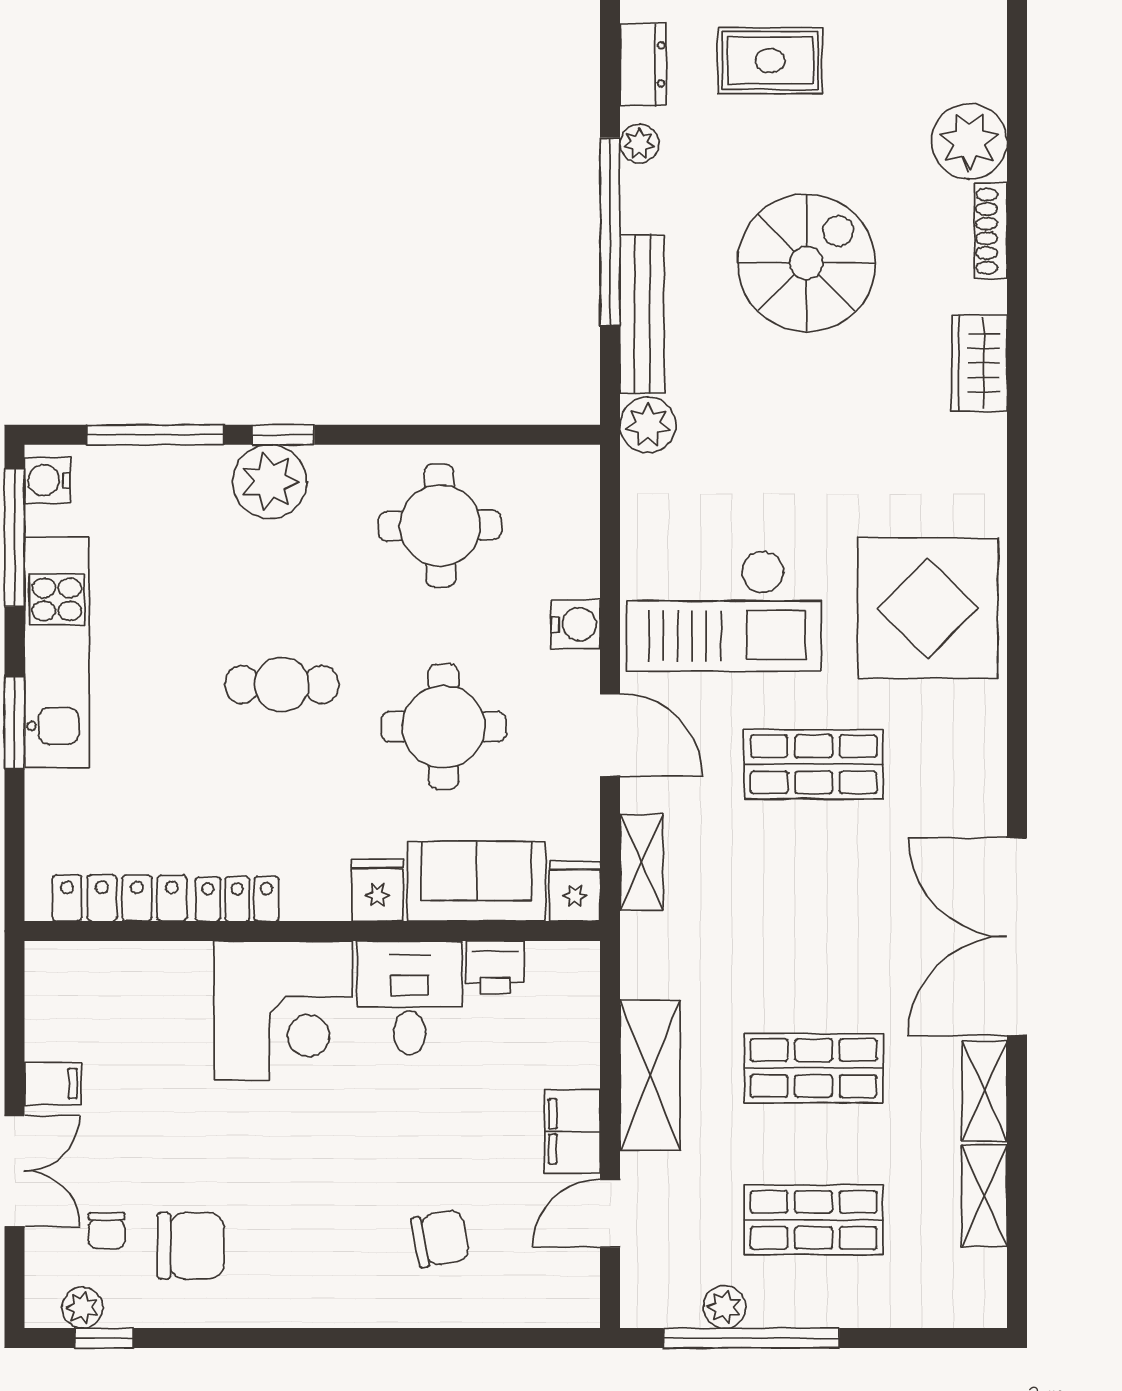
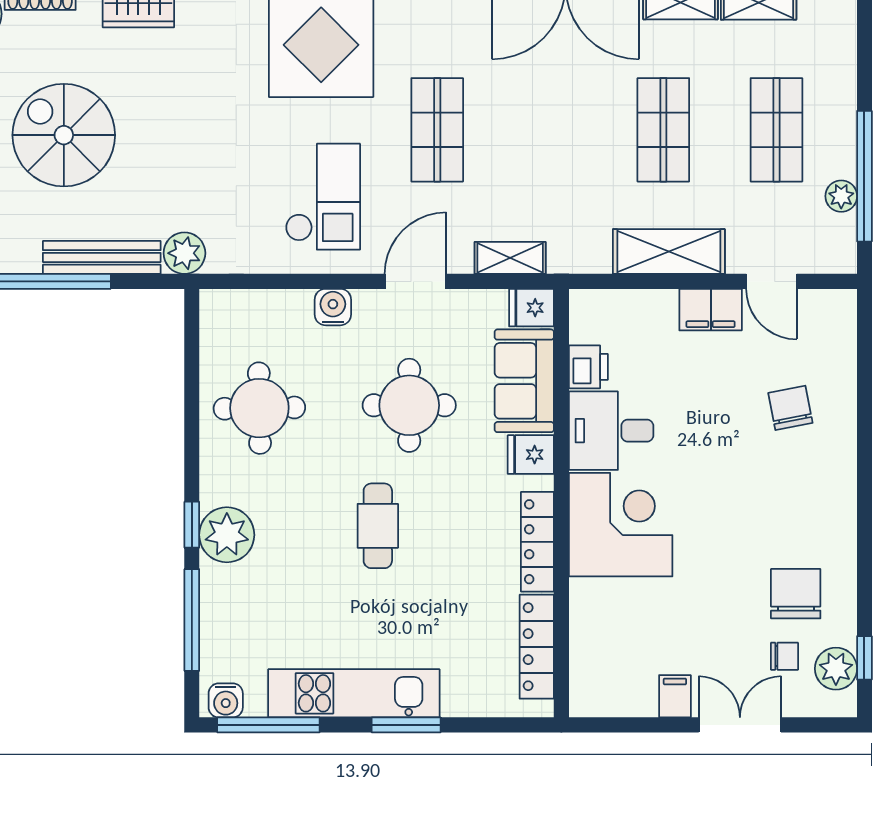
checkout: (724, 611) -> (323, 197), width x0.73, depth x0.83
locker: (237, 899) -> (537, 542), width x1.53
plant: (82, 1308) -> (836, 669), width x1.38, depth x1.38

